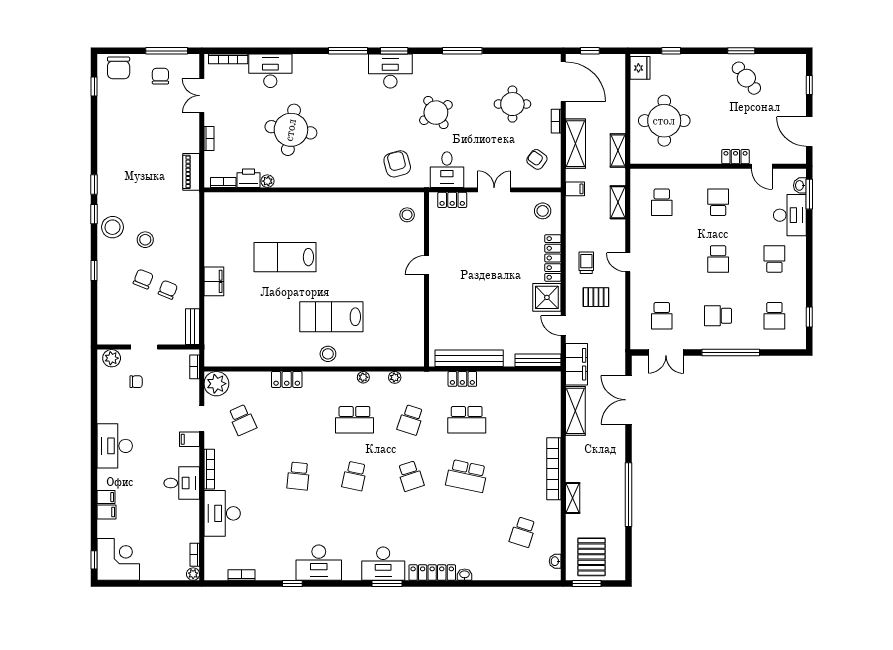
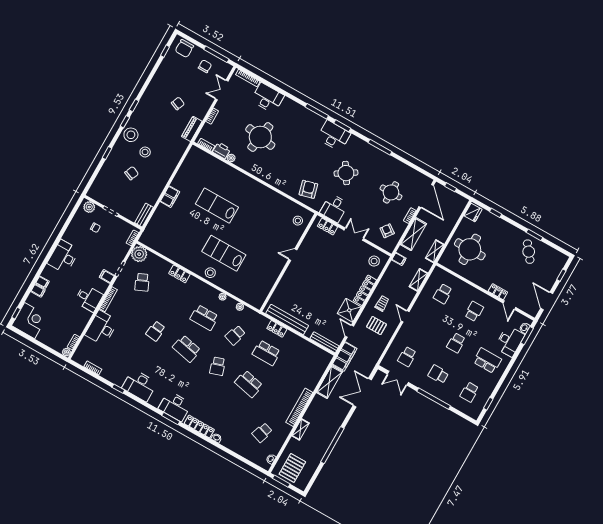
school desk: (774, 259) -> (487, 361), width x1.85
chair: (168, 290) -> (178, 103), moved
school desk: (354, 476) -> (187, 349), width x1.85

